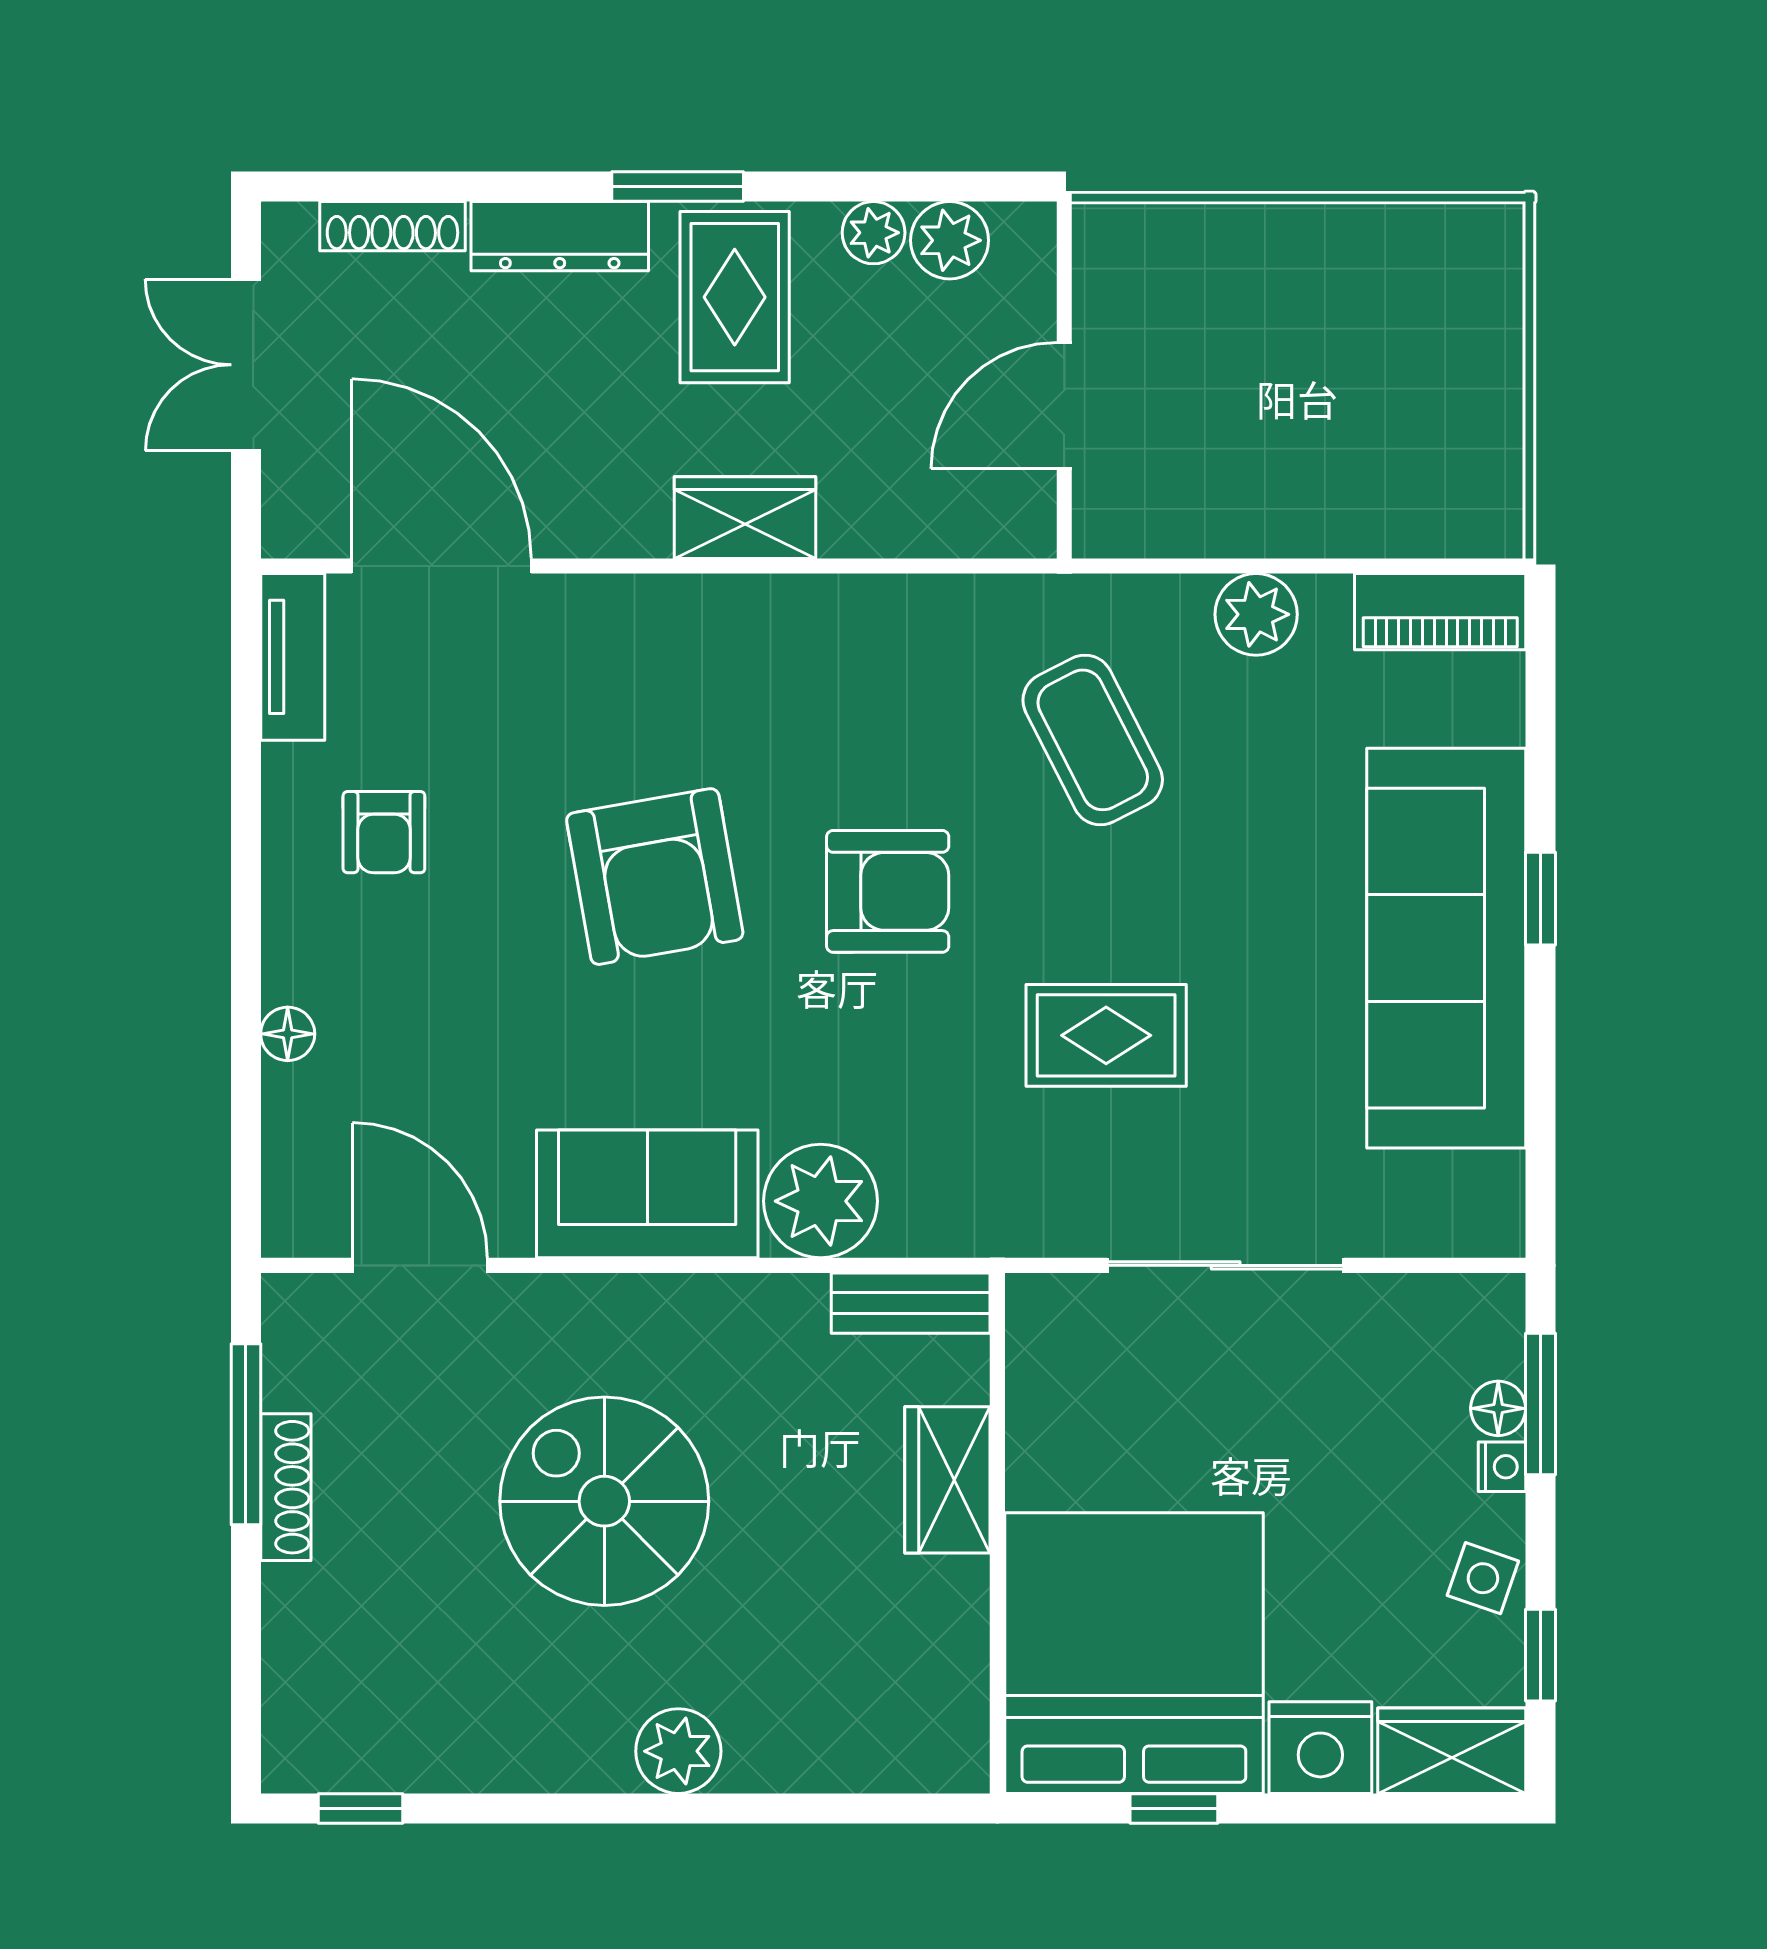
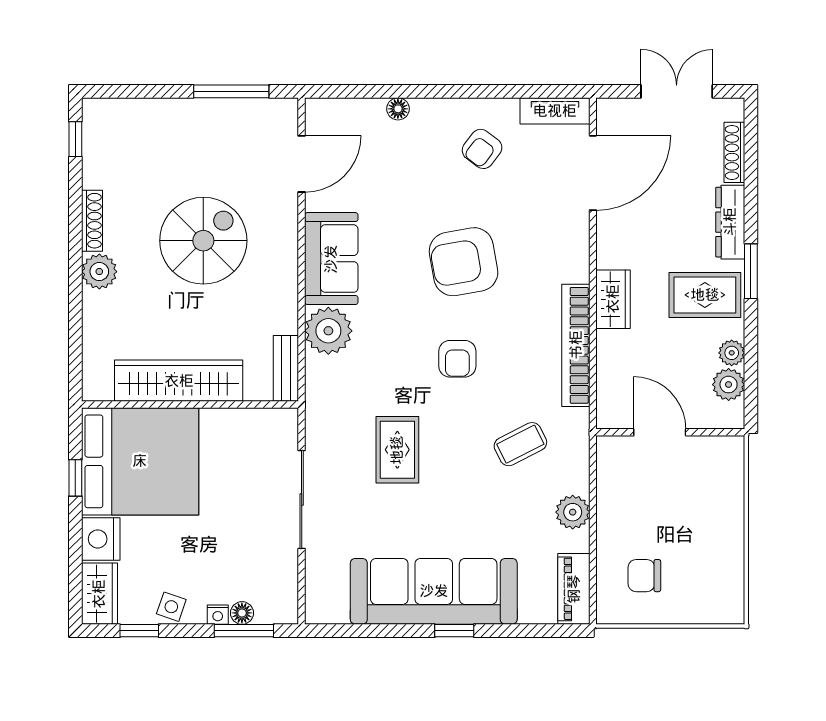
chair: (1408, 442) -> (644, 576), added
bookcase: (856, 607) -> (576, 345), added
coffee table: (1093, 740) -> (520, 444), width x0.73, depth x0.77
armchair: (384, 832) -> (482, 149), turned -53
armchair: (888, 891) -> (457, 359), width x0.72, depth x0.72
wardrobe: (947, 1480) -> (179, 381), width x2.10, depth x1.17
shoe rack: (286, 1487) -> (92, 221), moved, turned -90

